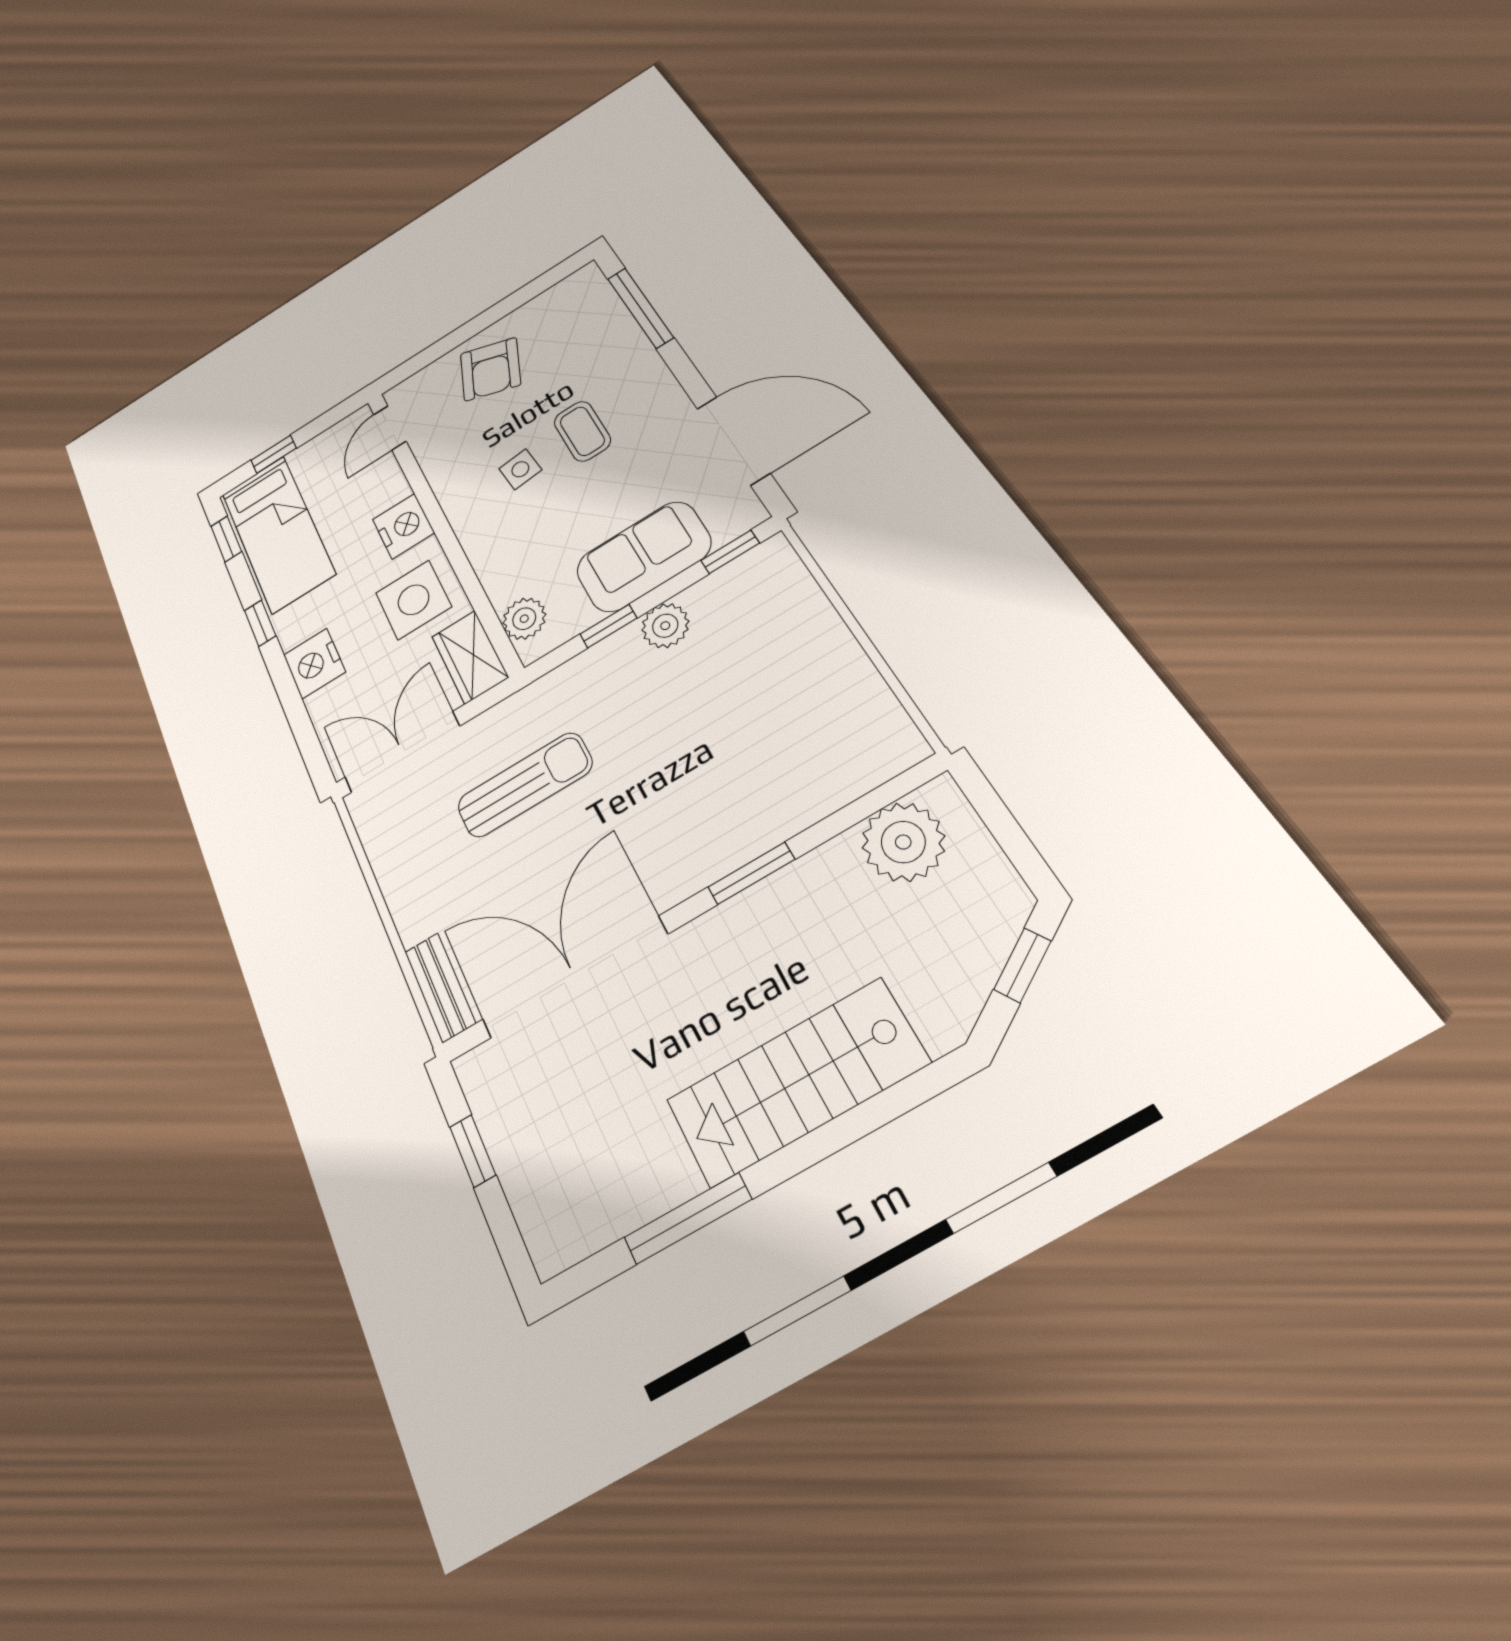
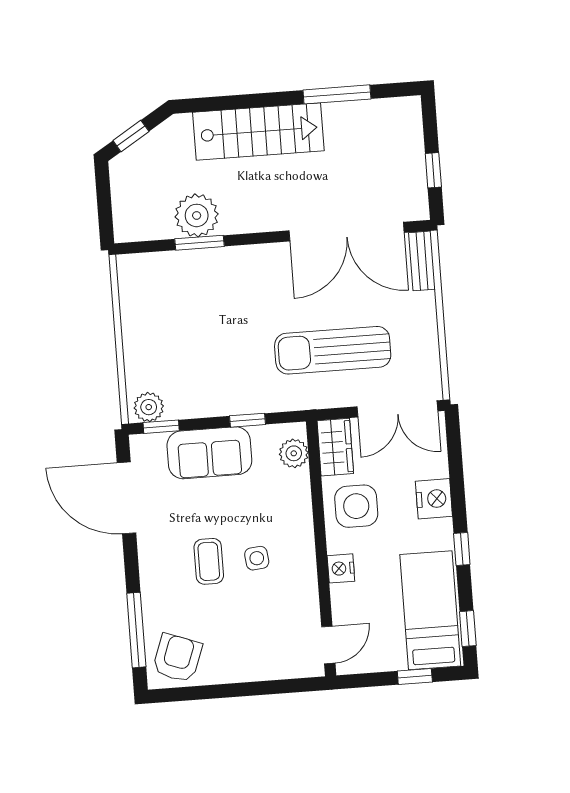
armchair: (490, 369) -> (177, 658), moved
nightstand: (403, 526) -> (341, 568), width x0.74, depth x0.75
plant: (665, 626) -> (149, 407), moved
sun lounger: (525, 785) -> (333, 350), width x1.36, depth x1.34
plant: (903, 842) -> (197, 215), moved
window: (751, 873) -> (199, 243), moved

